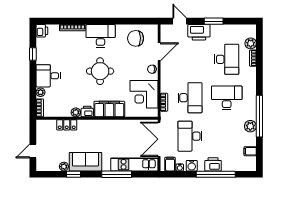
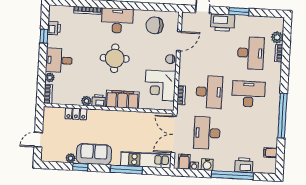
printer: (42, 31) -> (54, 28), moved
plant: (250, 126) -> (272, 126), removed
printer: (213, 164) -> (244, 165), moved

